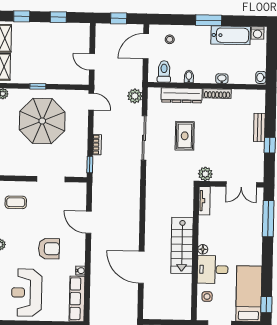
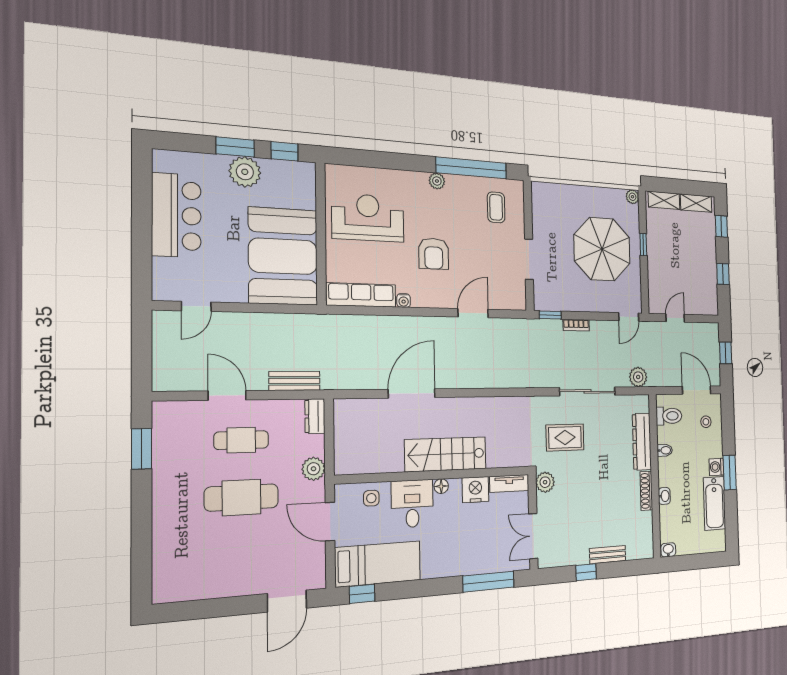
washing machine: (258, 33) -> (716, 467), moved
rug: (185, 136) -> (565, 437), moved
nightstand: (207, 225) -> (475, 490), added

